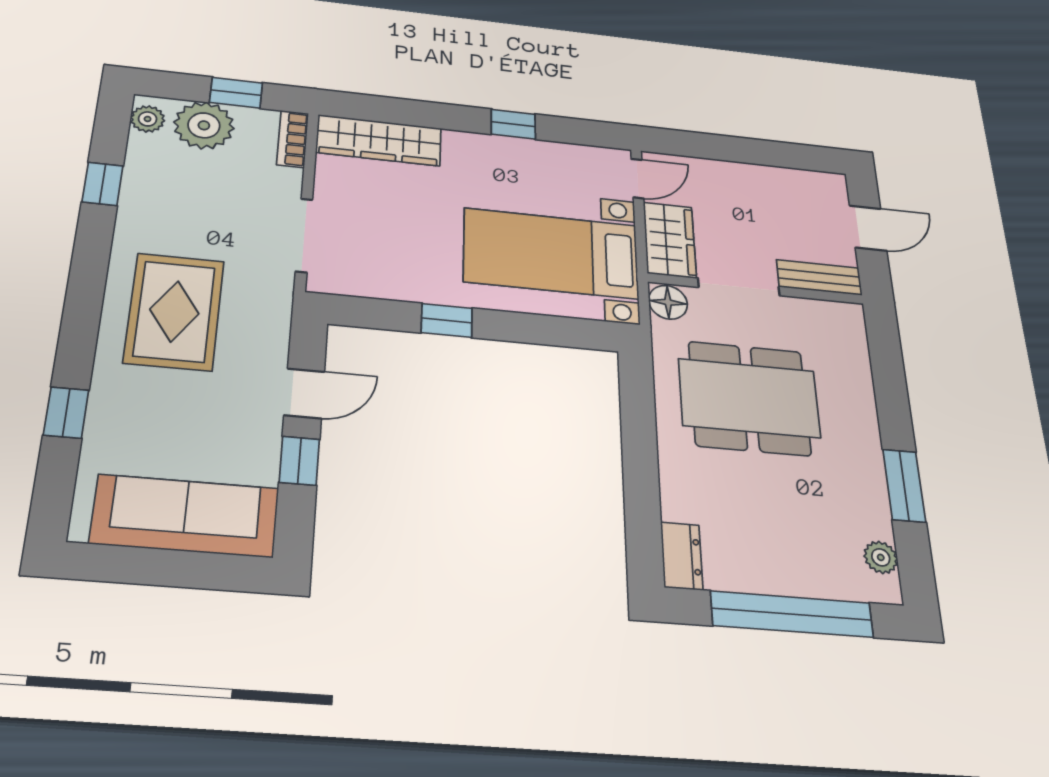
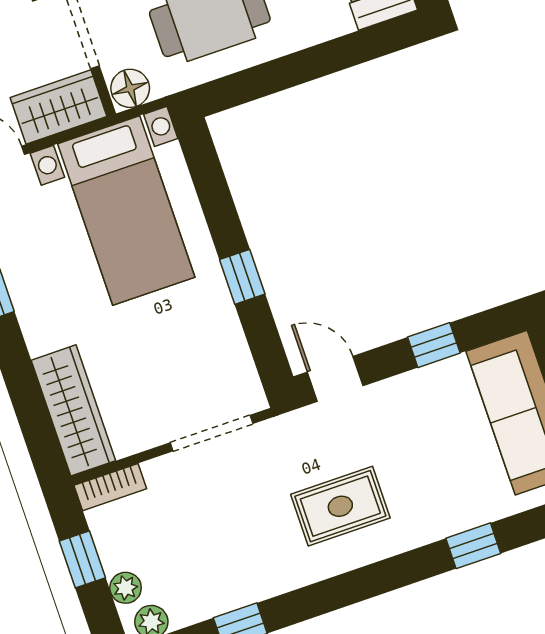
plant: (204, 125) -> (126, 588), width x0.53, depth x0.53
rug: (174, 311) -> (340, 506), width x0.73, depth x0.70
door: (304, 393) -> (335, 379), moved

